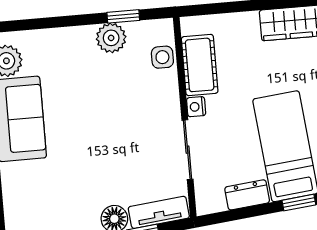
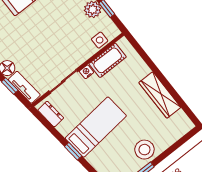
dresser: (247, 195) -> (51, 114), moved

